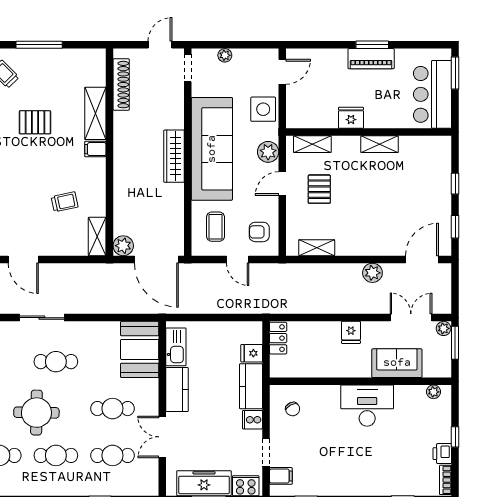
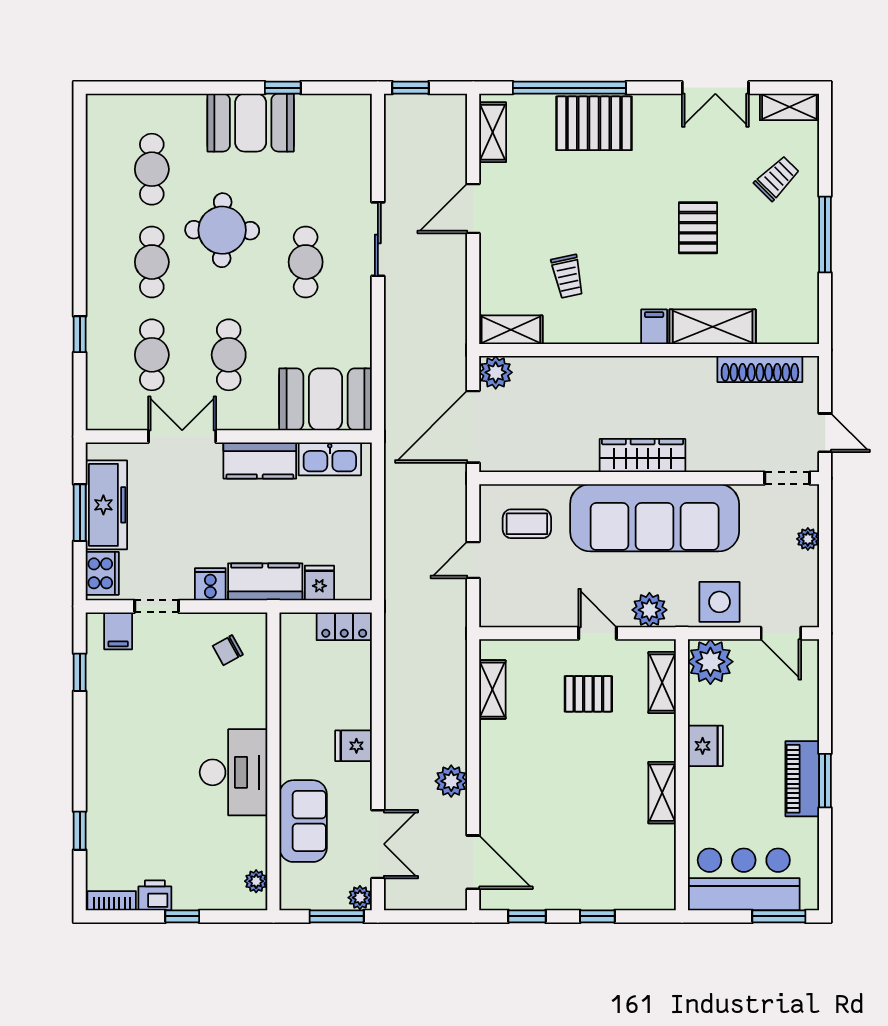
plant: (300, 115) -> (710, 662), added
armchair: (259, 232) -> (518, 595), removed

